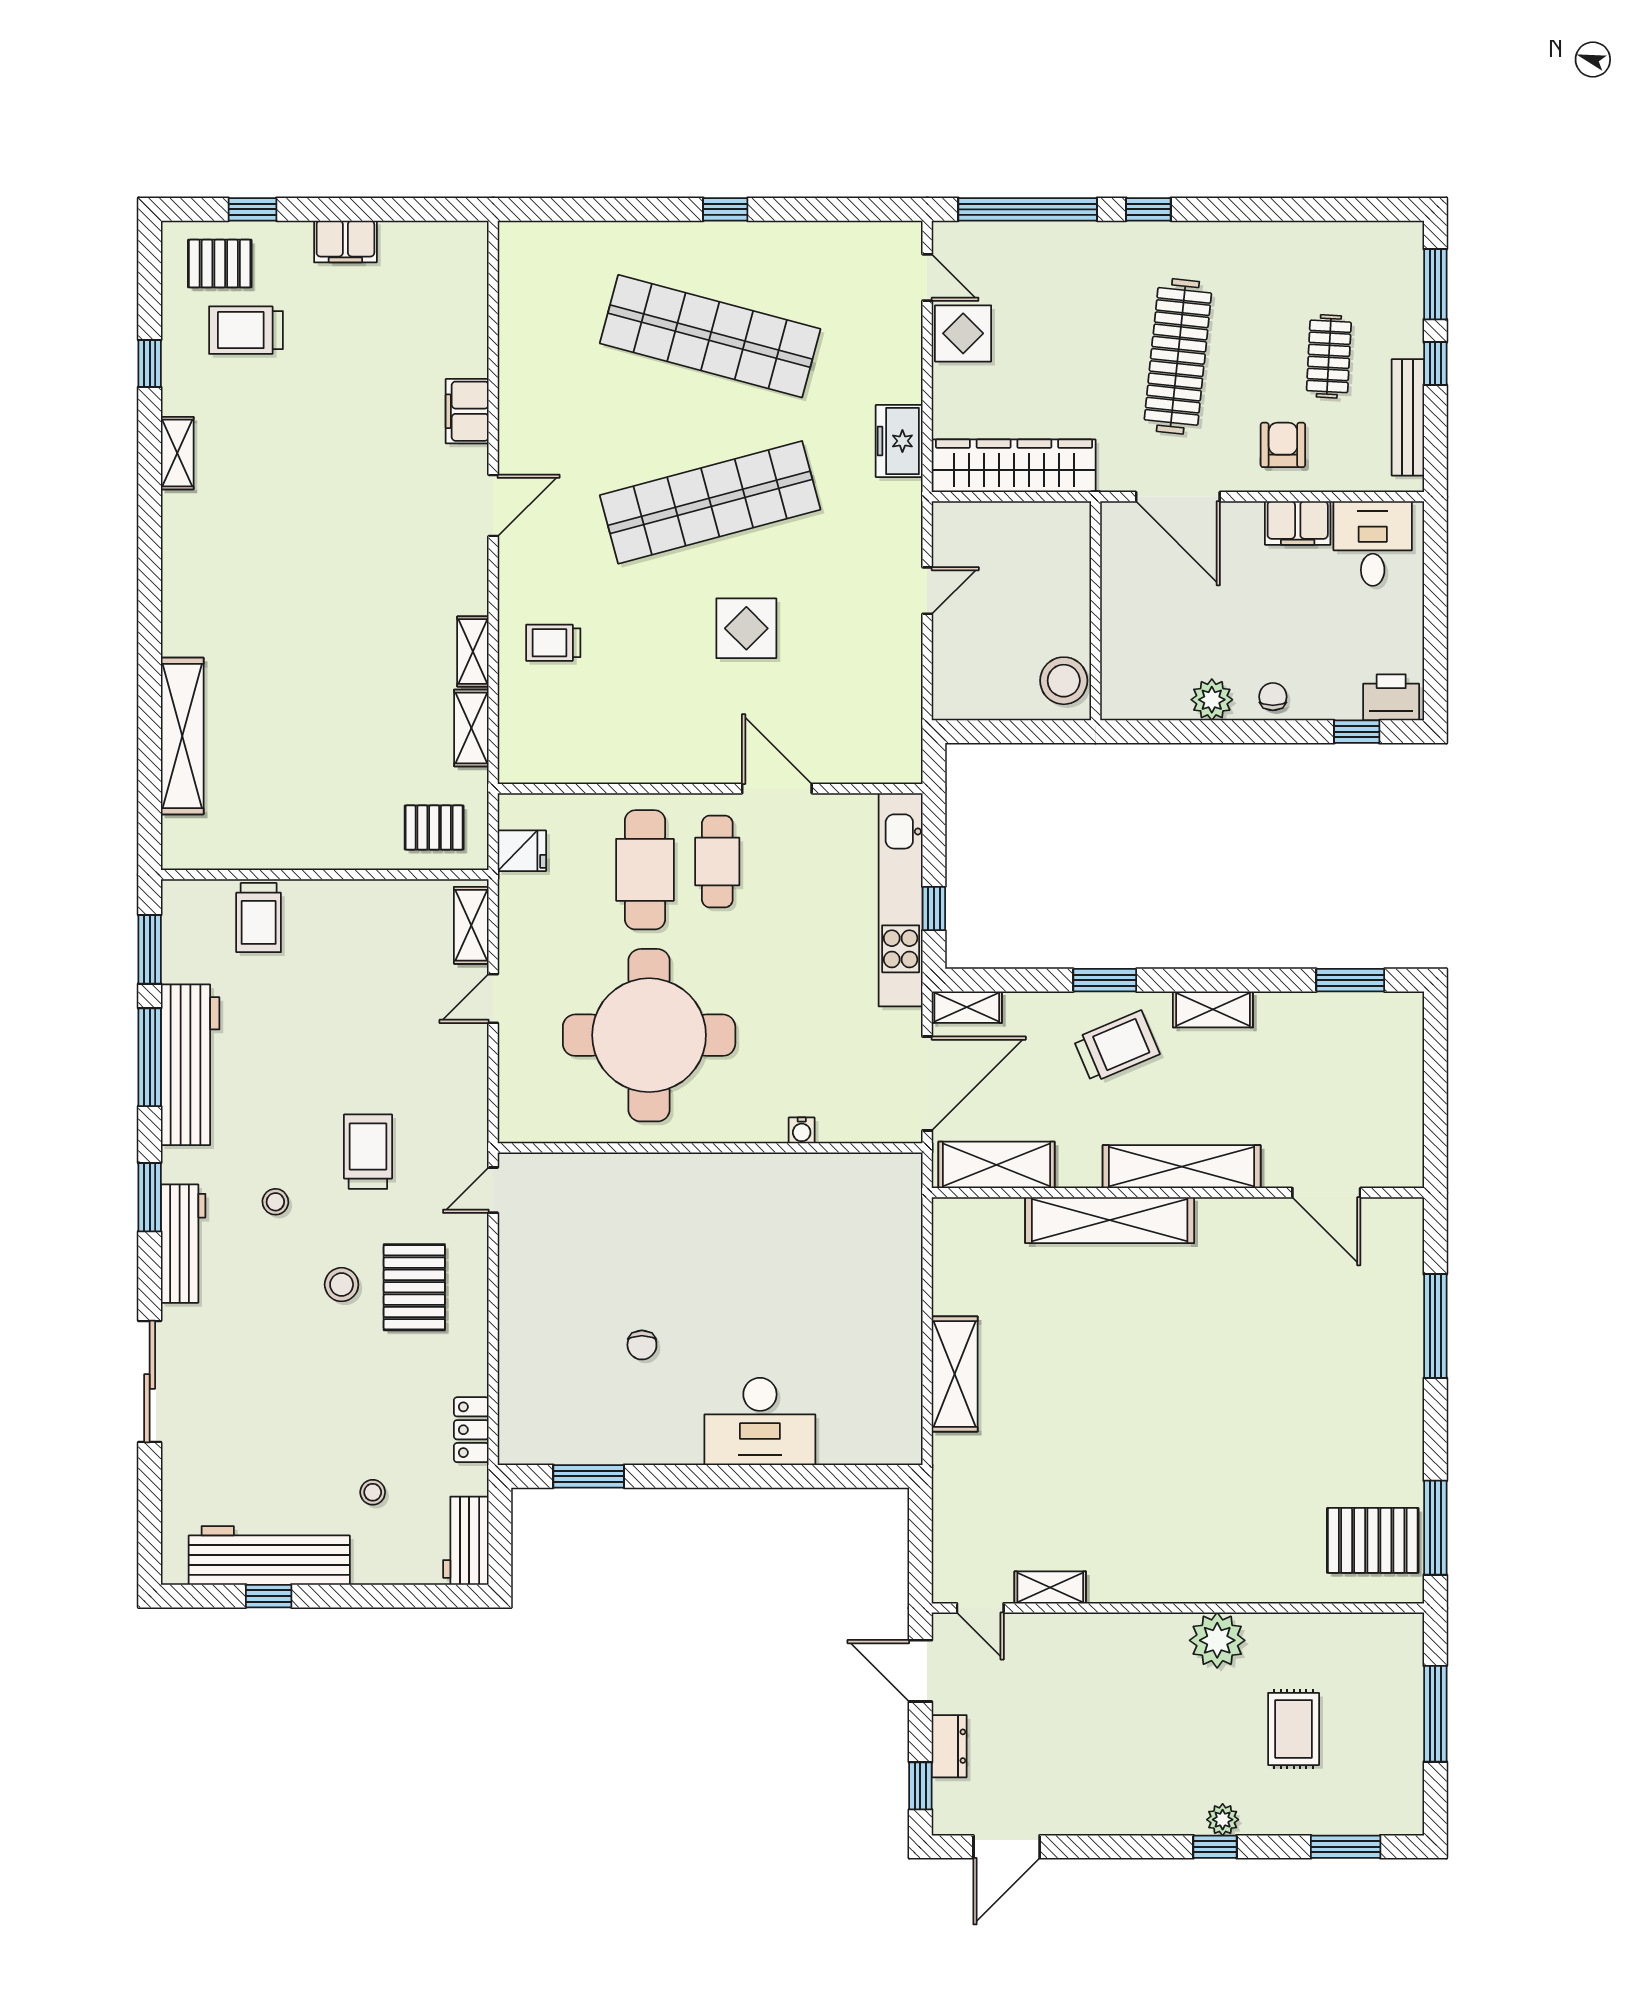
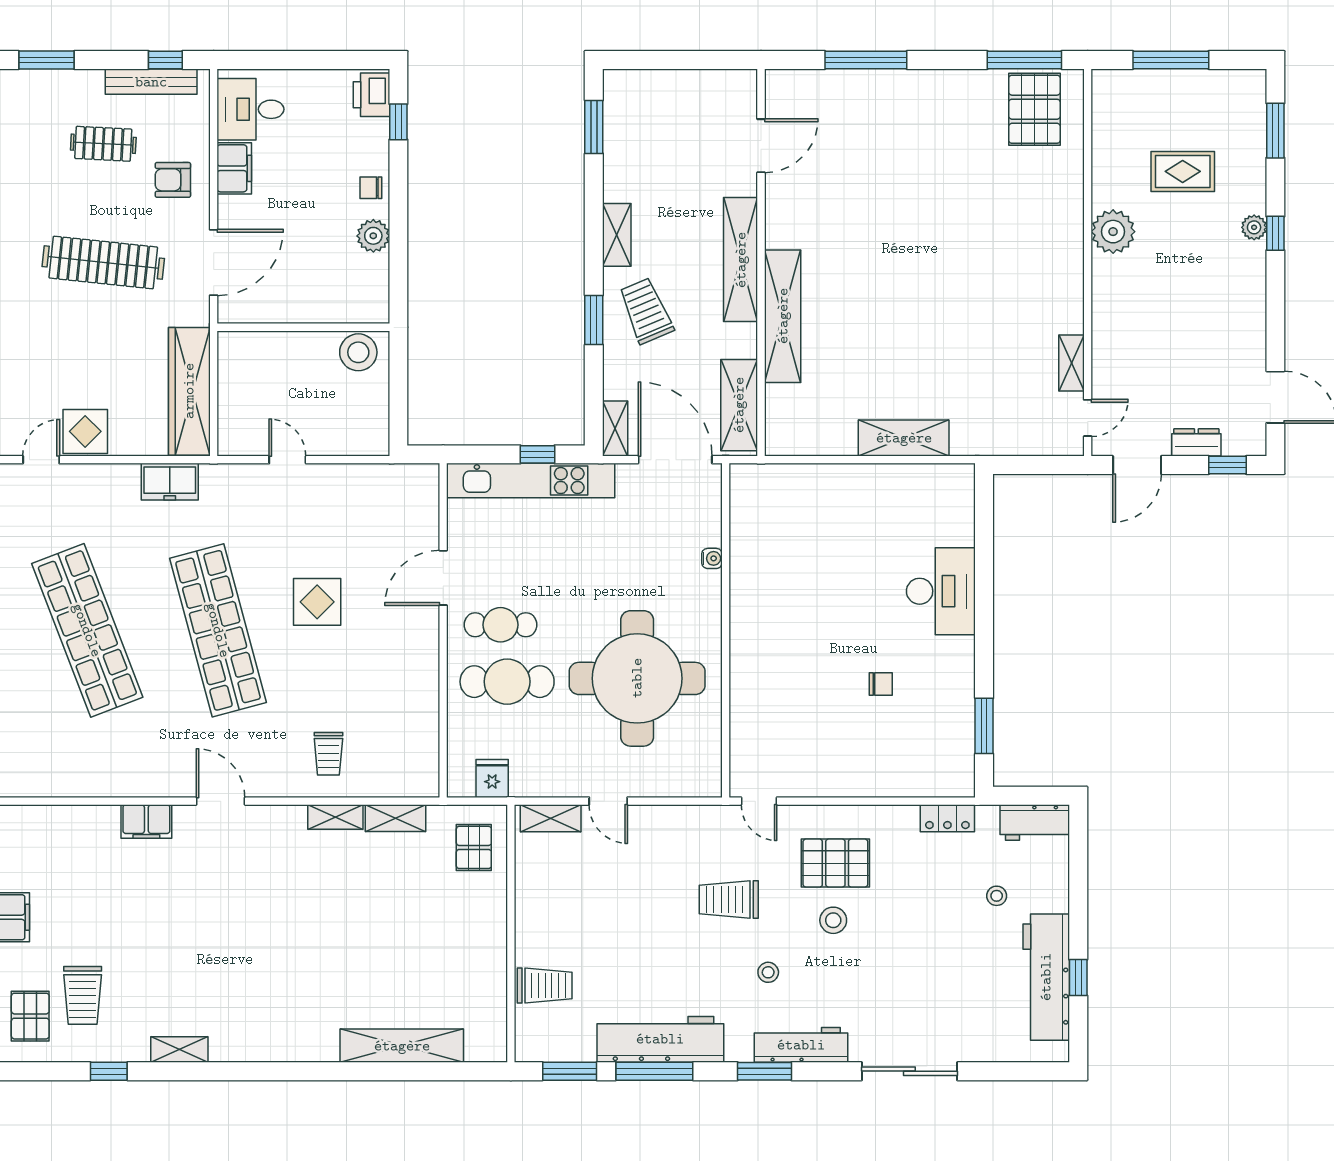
shop shelf: (710, 336) -> (87, 630), turned -36
window: (1435, 363) -> (165, 60), moved

